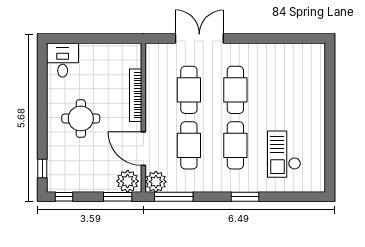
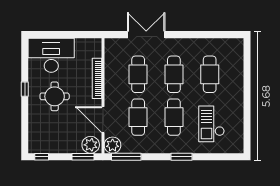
desk: (63, 60) -> (51, 55), width x1.87, depth x1.30
cafe table: (282, 90) -> (210, 74), added
window: (42, 169) -> (25, 89), moved

